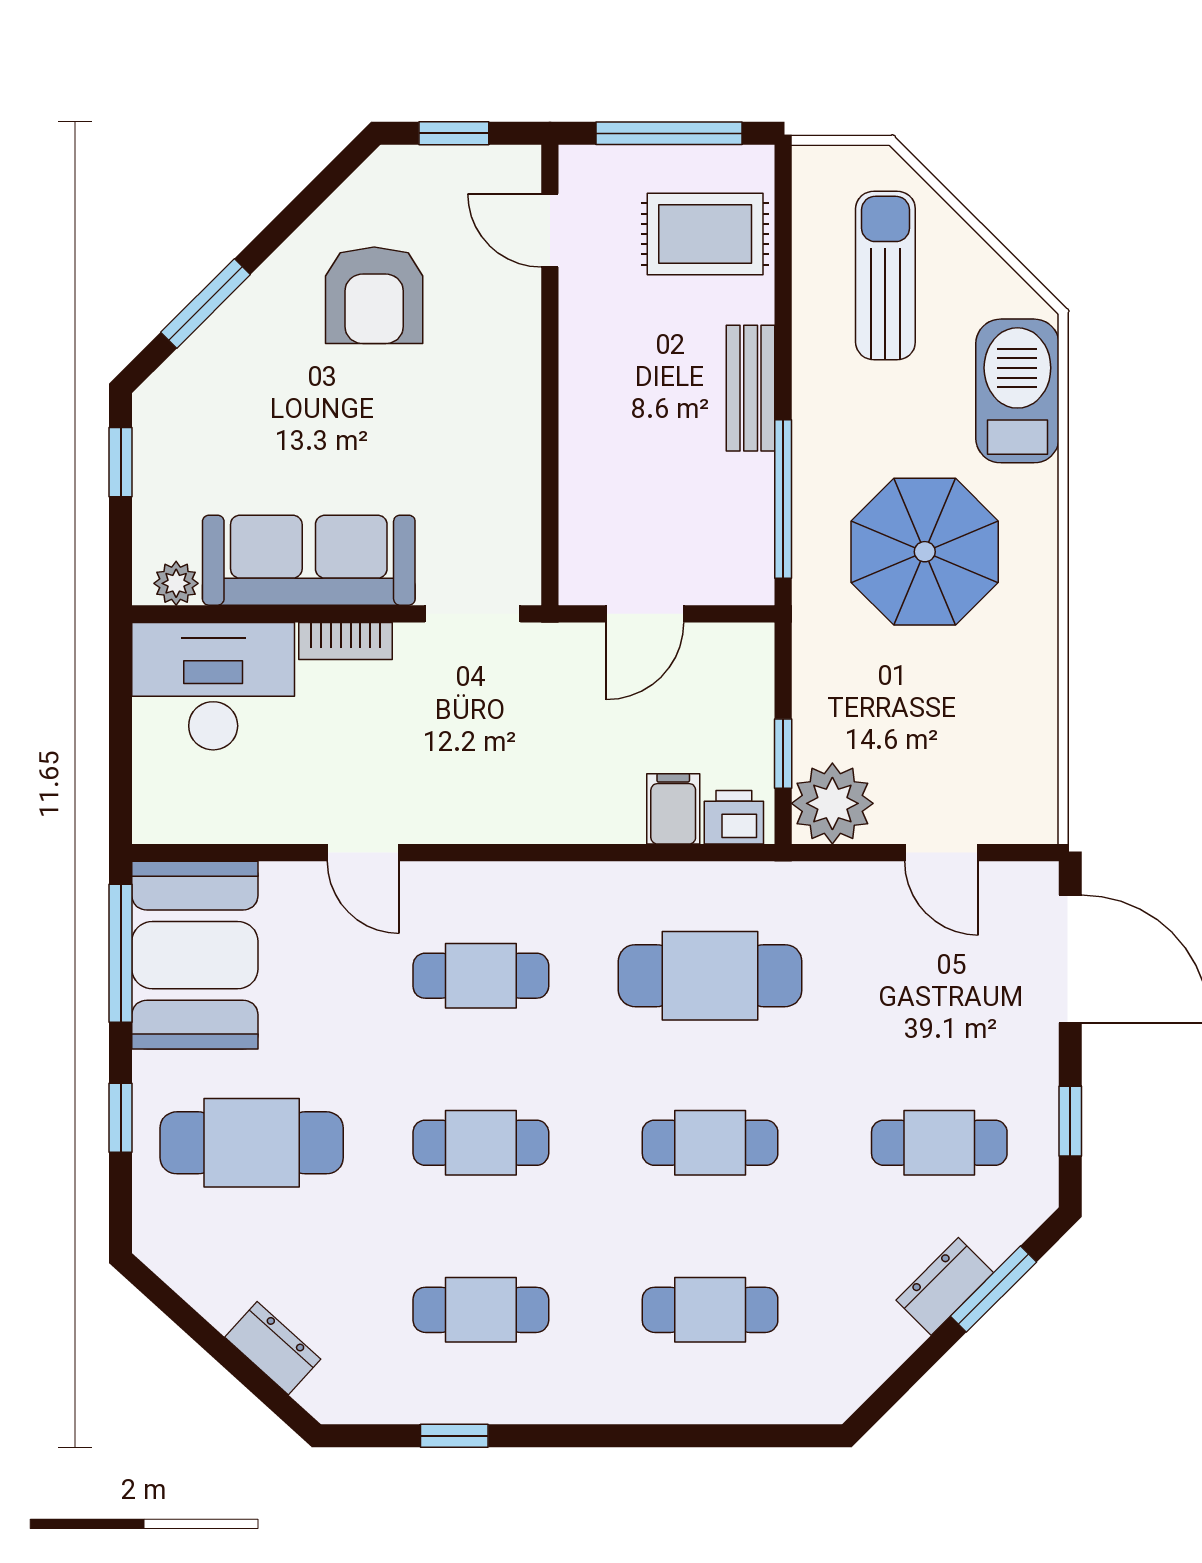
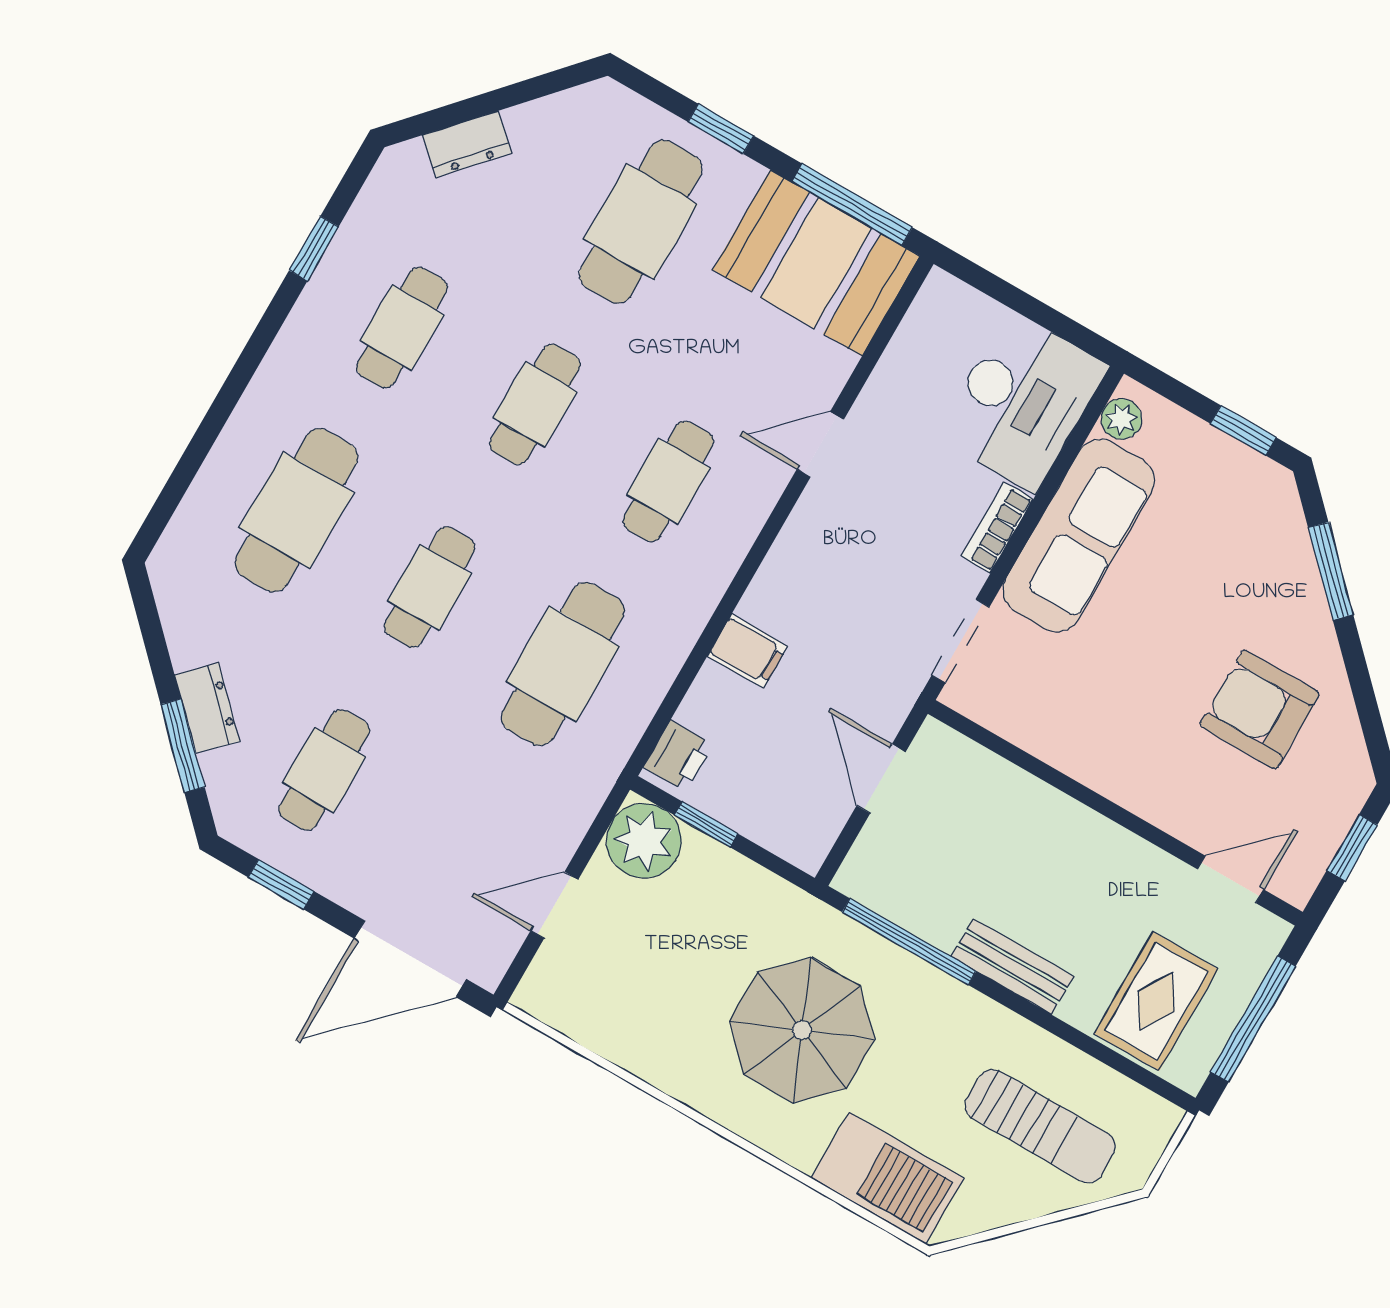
filing cabinet: (673, 809) -> (748, 651), moved
cafe table: (710, 1310) -> (296, 510), width x1.37, depth x1.35

